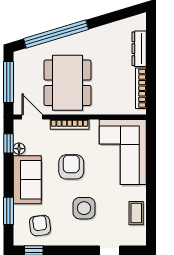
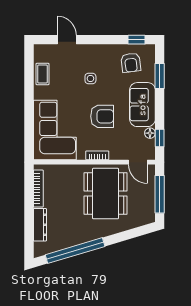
window: (56, 34) -> (75, 251), moved
bookcase: (70, 124) -> (97, 155), width x0.64
armchair: (71, 167) -> (102, 116), turned -90
side table: (84, 208) -> (90, 78), width x0.54, depth x0.54

